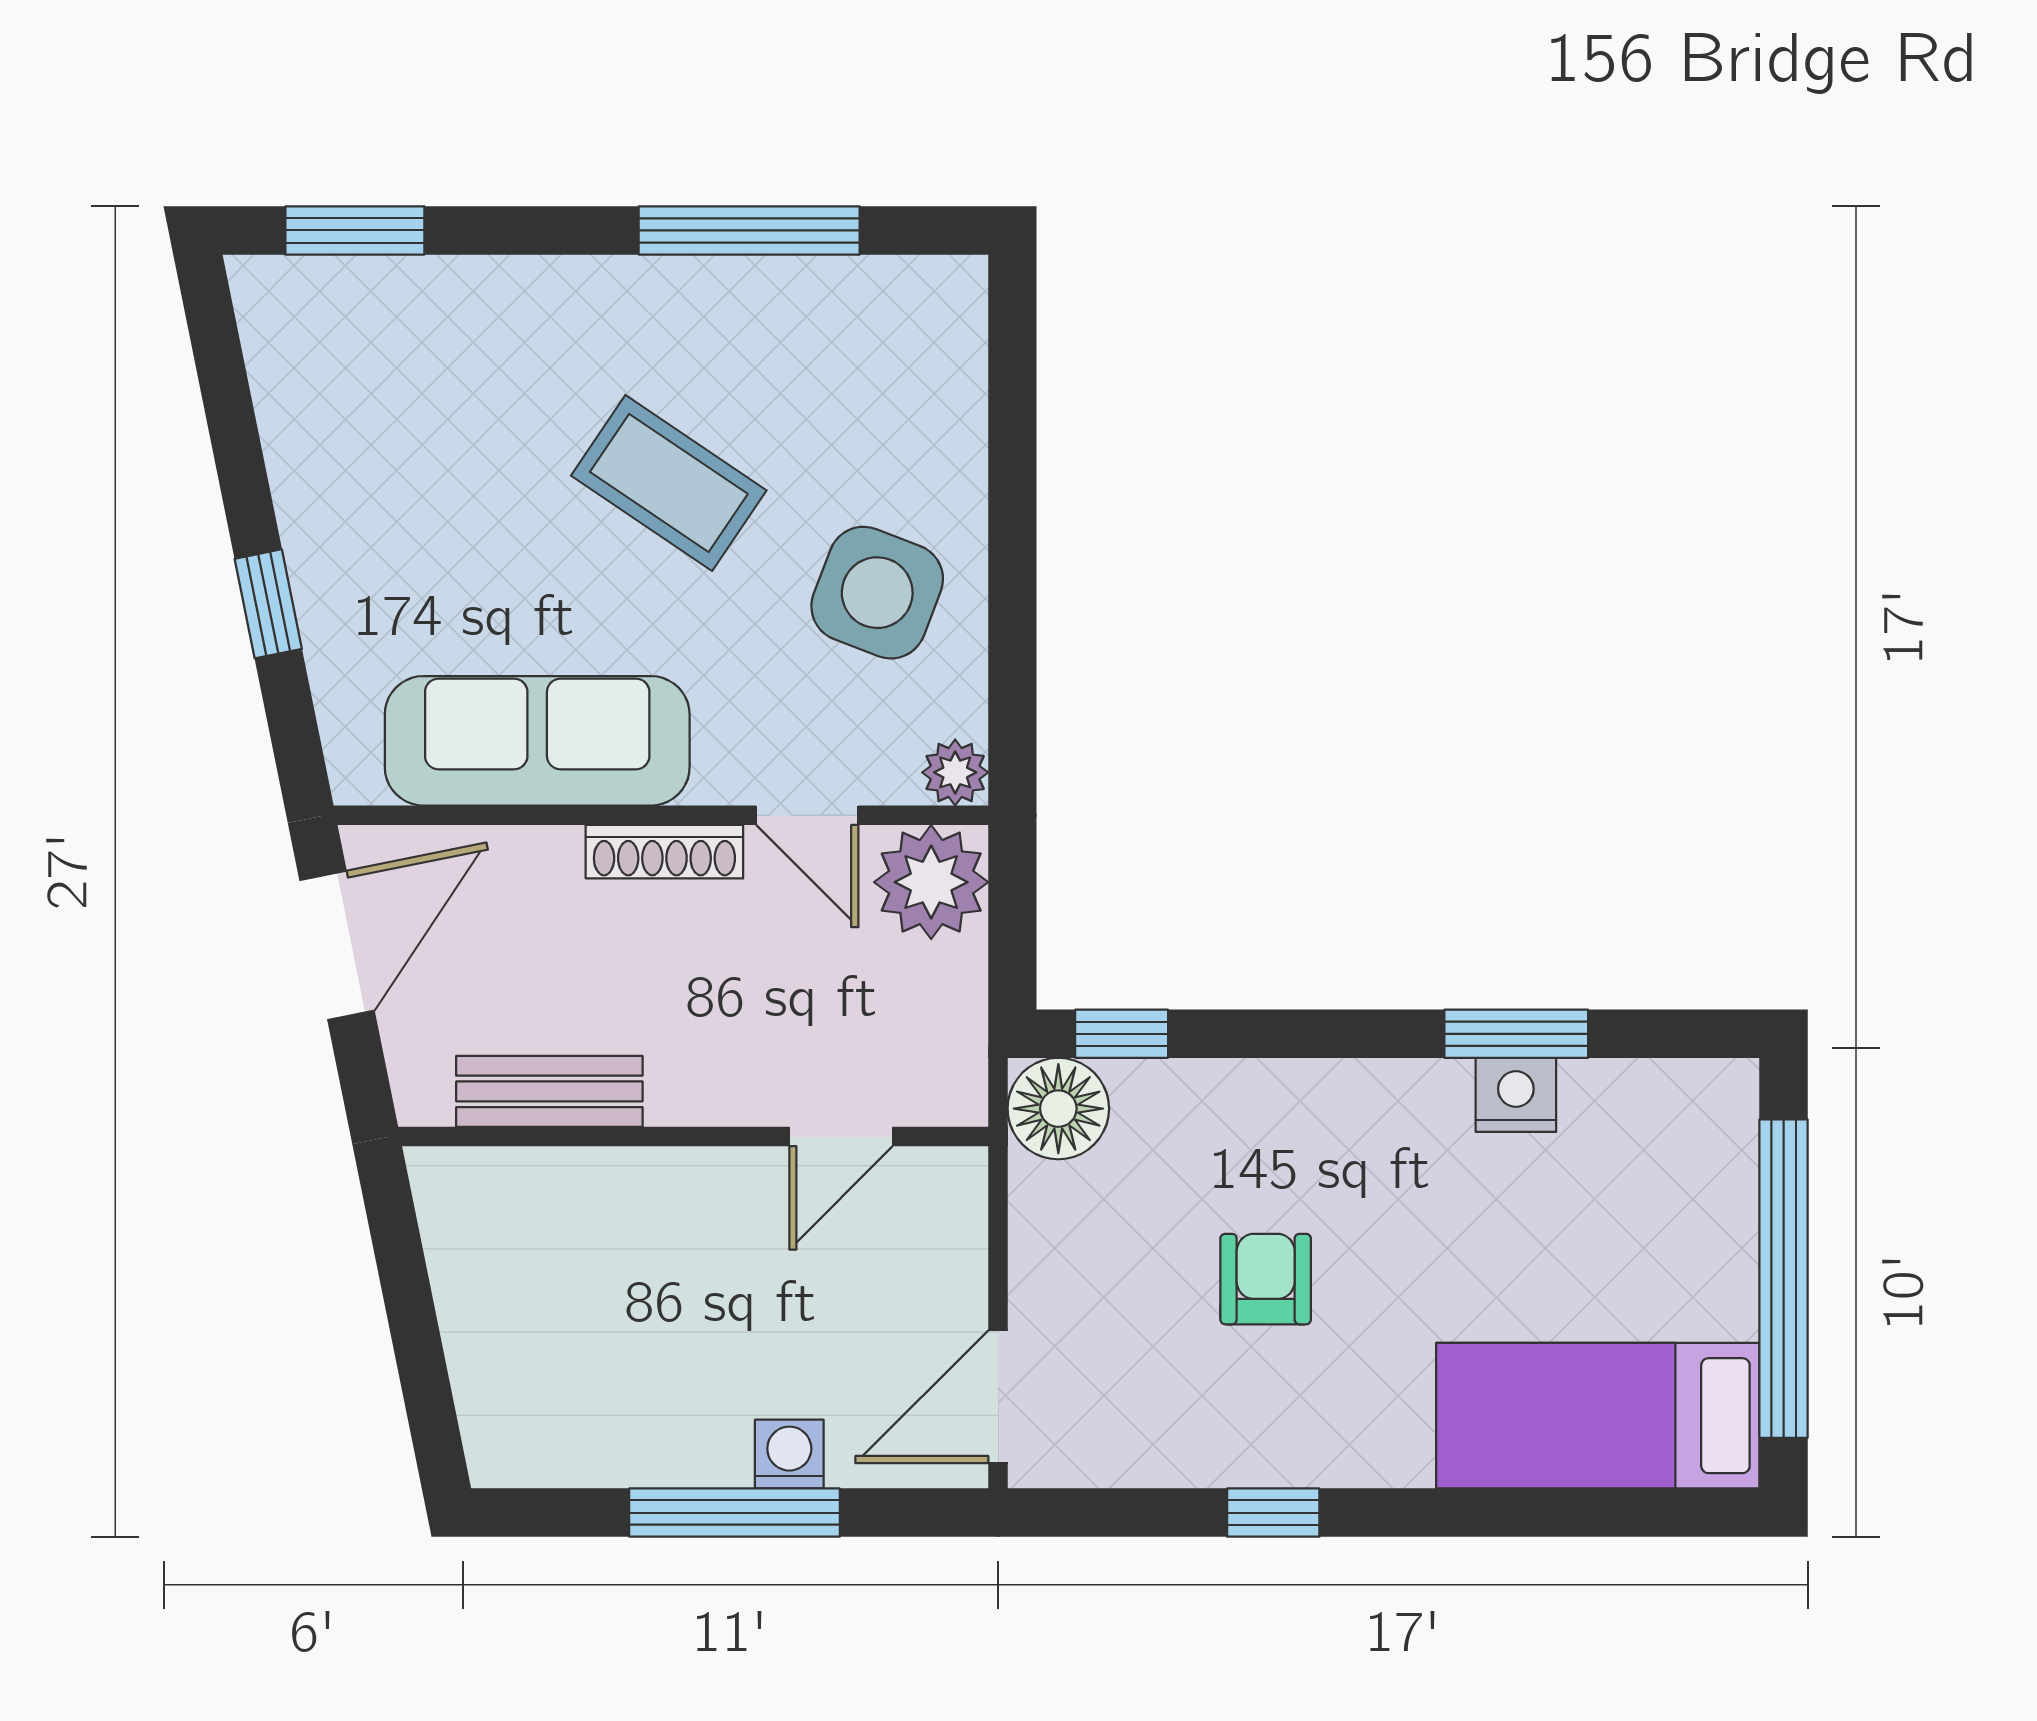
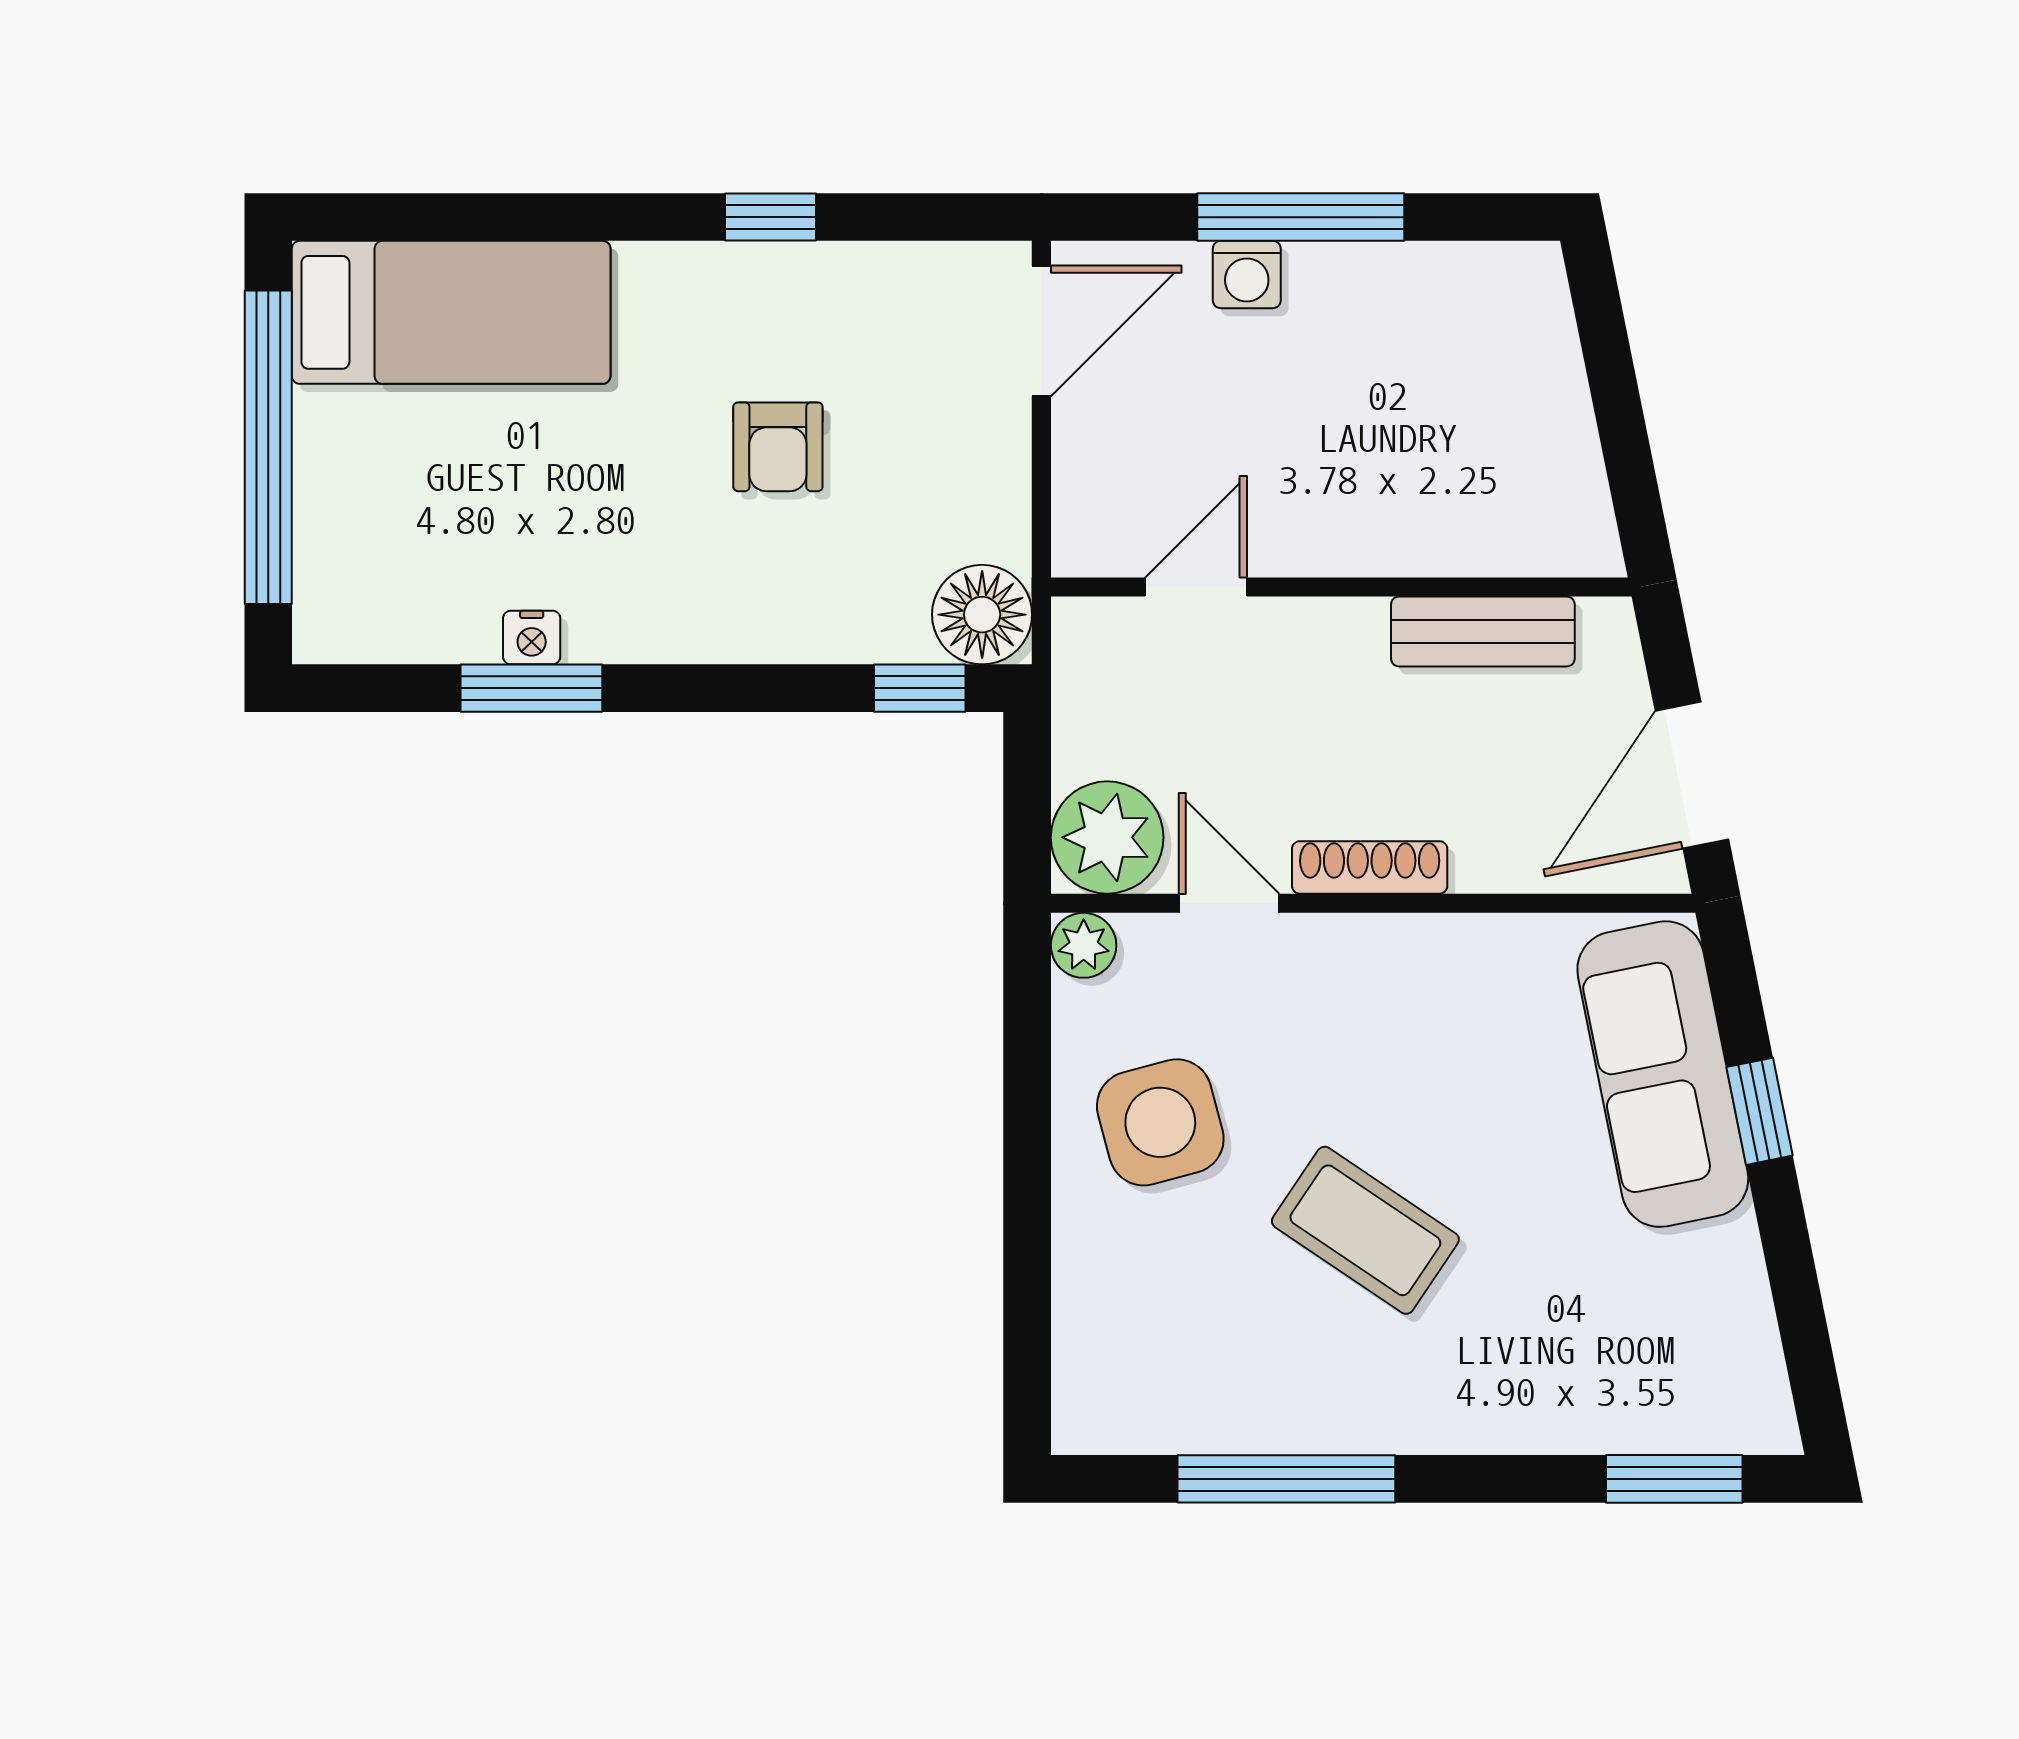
side table: (877, 593) -> (1160, 1122), turned -36
sofa: (537, 741) -> (1663, 1074), moved, turned 79
nightstand: (1516, 1095) -> (532, 638), width x0.72, depth x0.74

